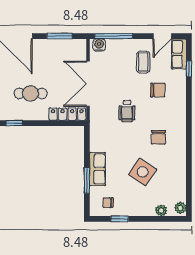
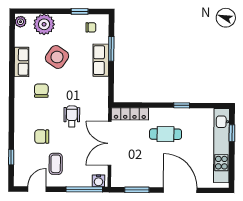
row of seats: (179, 54) -> (22, 62), moved
double door: (88, 84) -> (110, 143), swing flipped
plant: (161, 210) -> (44, 24), width x1.87, depth x1.87

